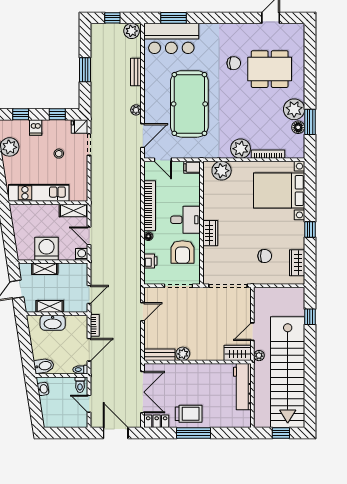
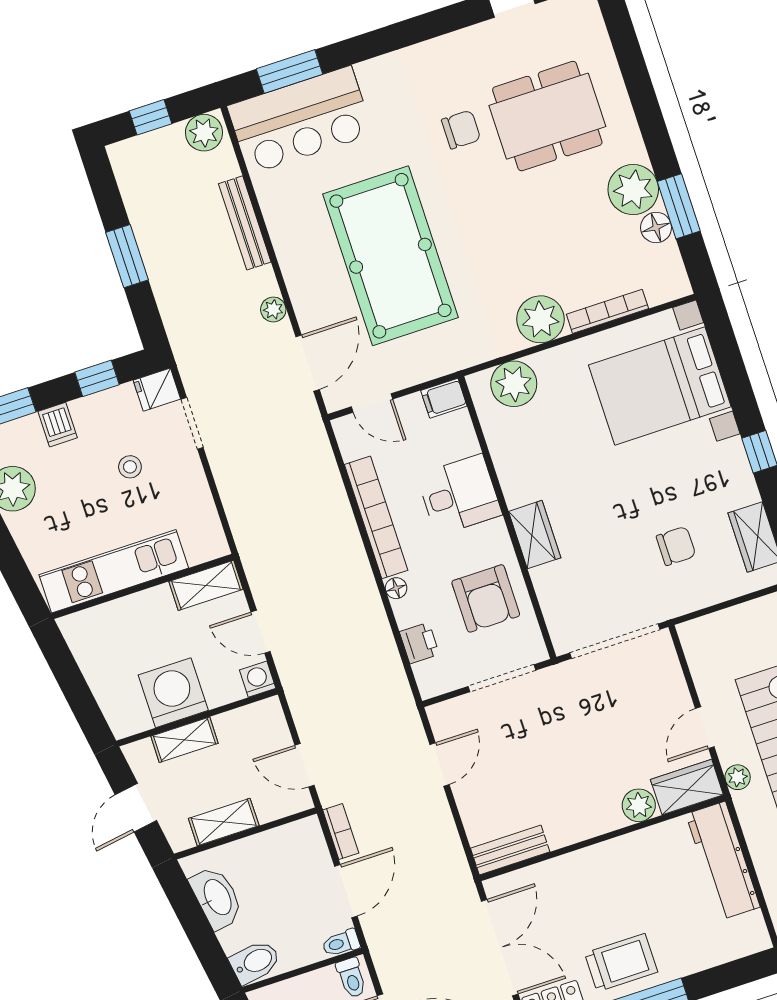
bench: (136, 72) -> (245, 223), width x1.36
desk: (185, 220) -> (459, 495), moved
door: (89, 294) -> (304, 765), swing flipped
washbasin: (53, 323) -> (217, 898), moved, turned -99
plant: (183, 354) -> (639, 805), moved

